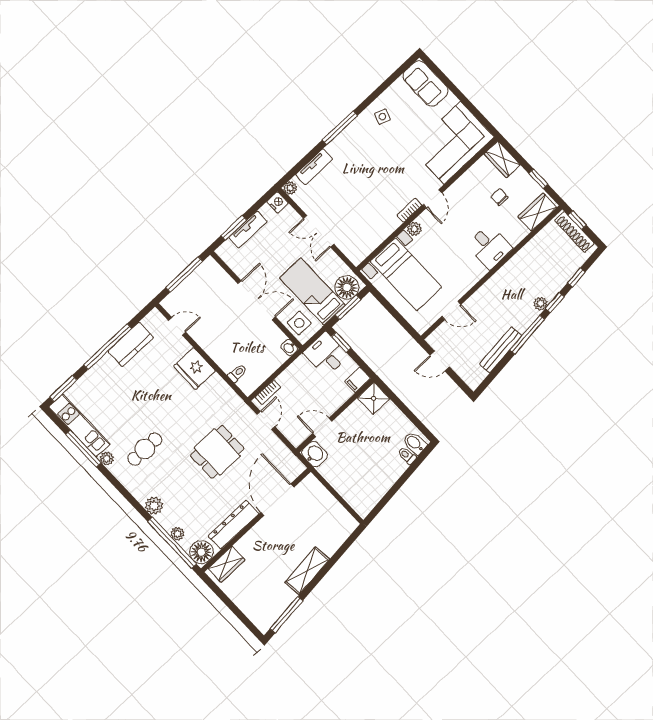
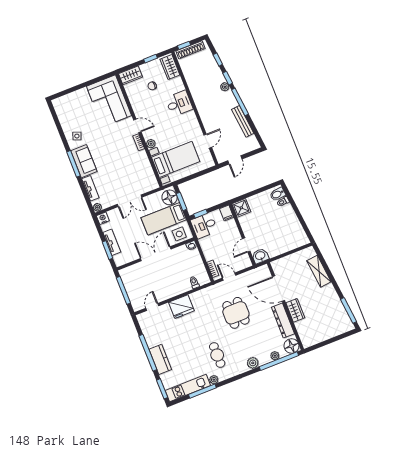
sofa: (426, 84) -> (84, 161), moved, turned -90
kitchen counter: (131, 344) -> (160, 359), moved
wardrobe: (227, 564) -> (295, 310), moved
shelving: (307, 571) -> (319, 271), moved

